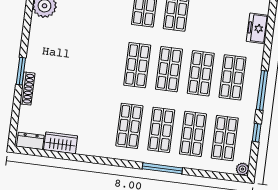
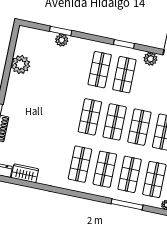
window: (162, 168) -> (127, 204), moved

